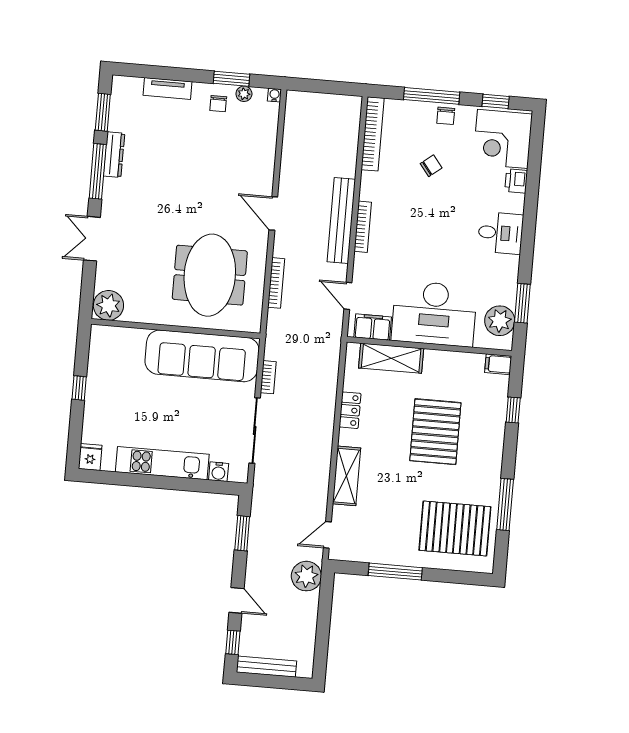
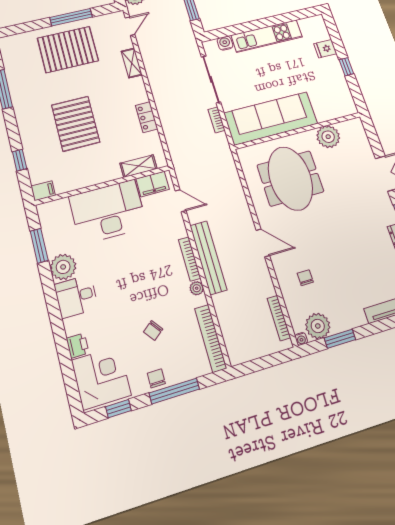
plant: (244, 94) -> (318, 326), width x1.88, depth x1.88
chair: (218, 104) -> (305, 278), moved
plant: (367, 192) -> (197, 288), added
bookcase: (276, 283) -> (279, 318), moved
plant: (108, 305) -> (328, 137), moved
plant: (500, 321) -> (63, 267), moved
shelving: (391, 358) -> (139, 166), width x0.67, depth x0.75
fridge: (90, 457) -> (325, 49), moved, turned 90
shelving: (347, 476) -> (132, 63), width x0.67, depth x0.75
pallet: (455, 528) -> (68, 49), moved

